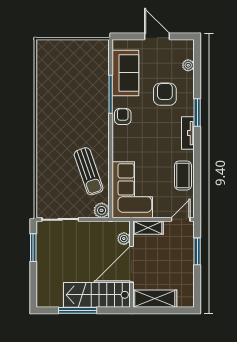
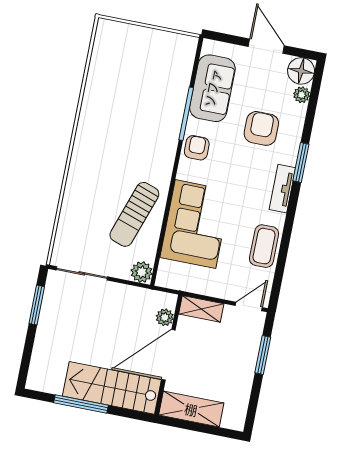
floor lamp: (185, 49) -> (301, 71), added
sun lounger: (89, 171) -> (134, 214), turned 38
corner sofa: (132, 190) -> (195, 224), moved

